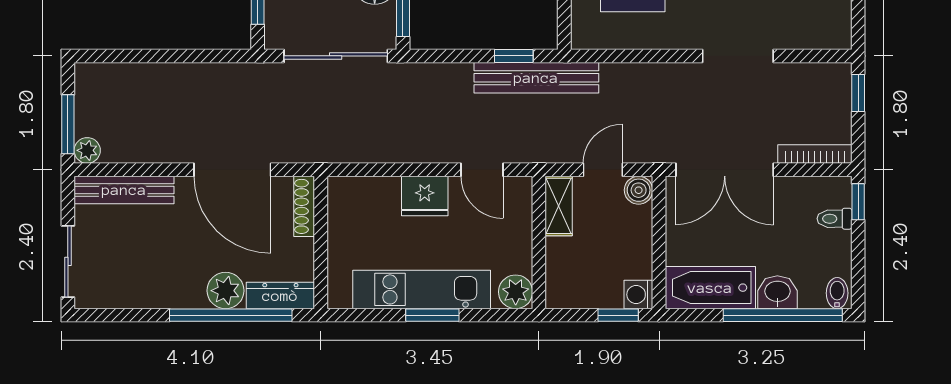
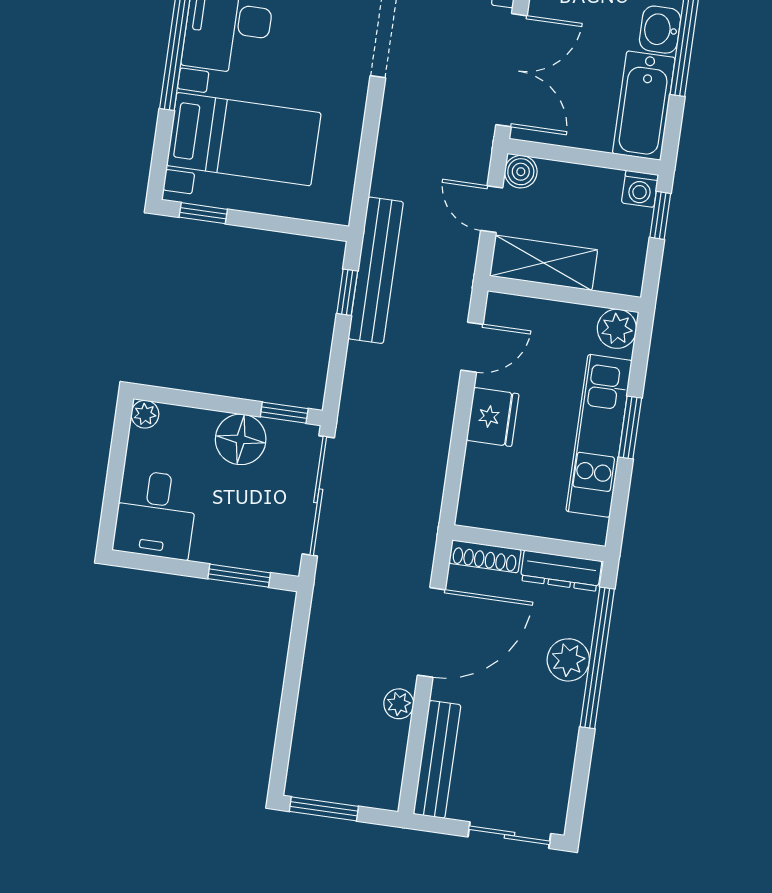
window: (68, 124) -> (324, 809), moved
plant: (87, 150) -> (399, 704), moved
shelving: (559, 206) -> (544, 263), width x1.50, depth x1.33
dresser: (280, 296) -> (561, 571), moved, turned -90

